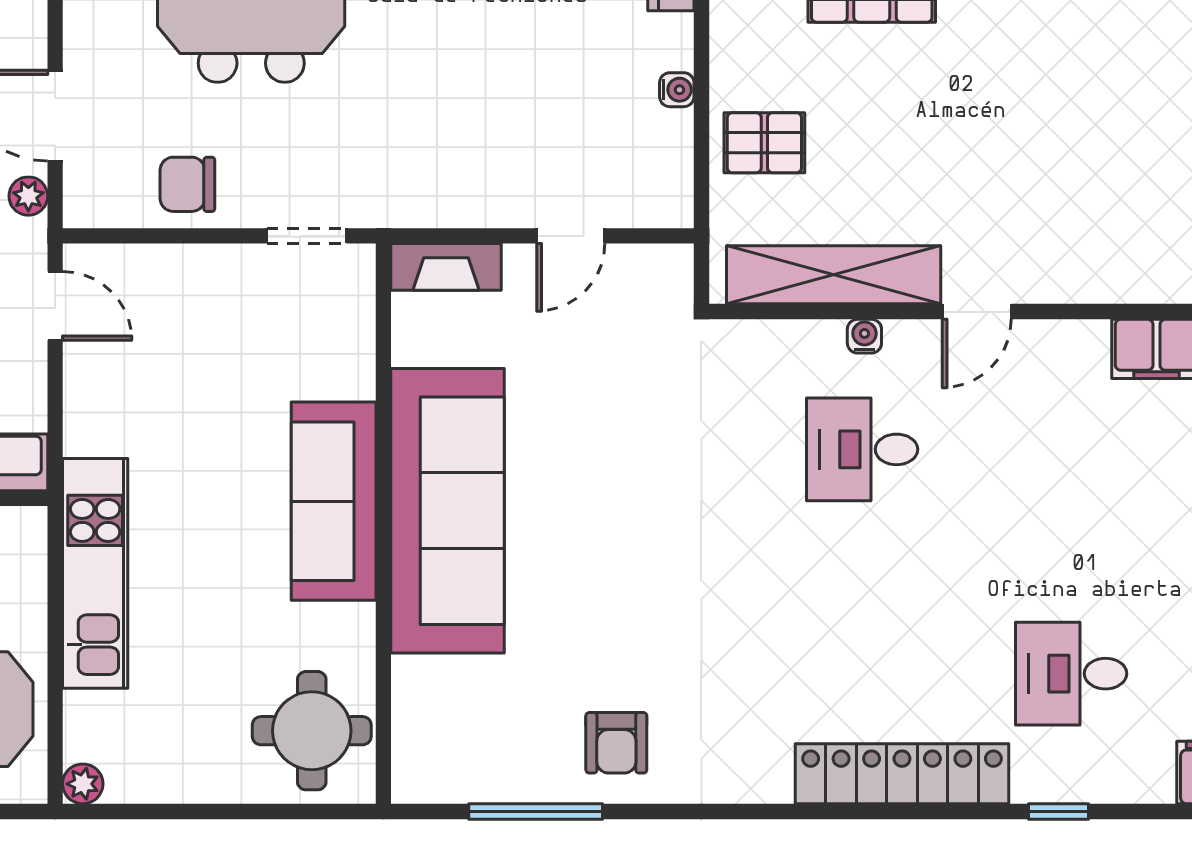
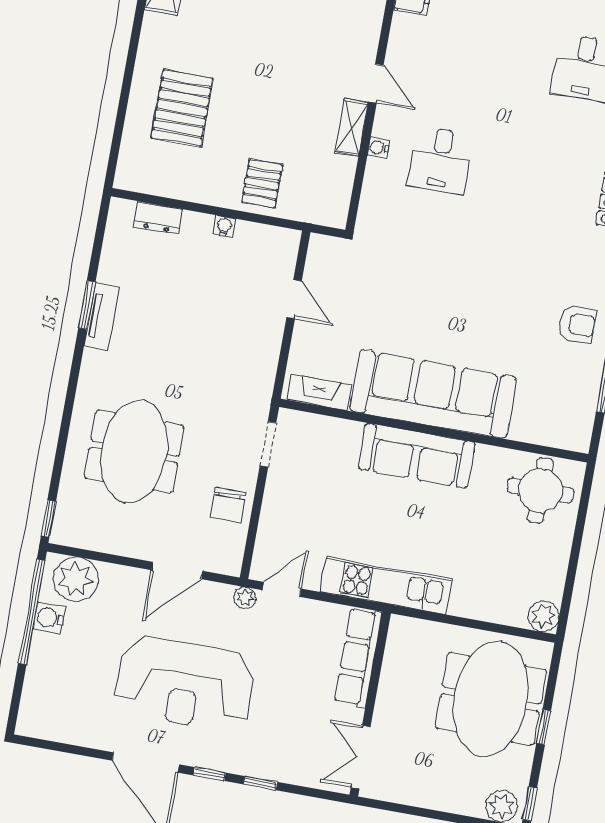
plant: (28, 196) -> (245, 598), moved
fireplace: (446, 267) -> (319, 392), moved, turned -90
shelving: (834, 275) -> (351, 127), width x0.45, depth x0.75
kitchen unit: (95, 573) -> (386, 585), moved
plant: (83, 784) -> (544, 617), width x1.38, depth x1.38

